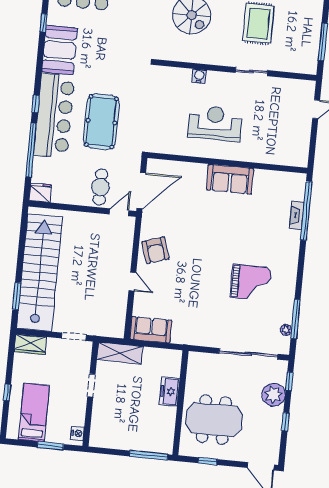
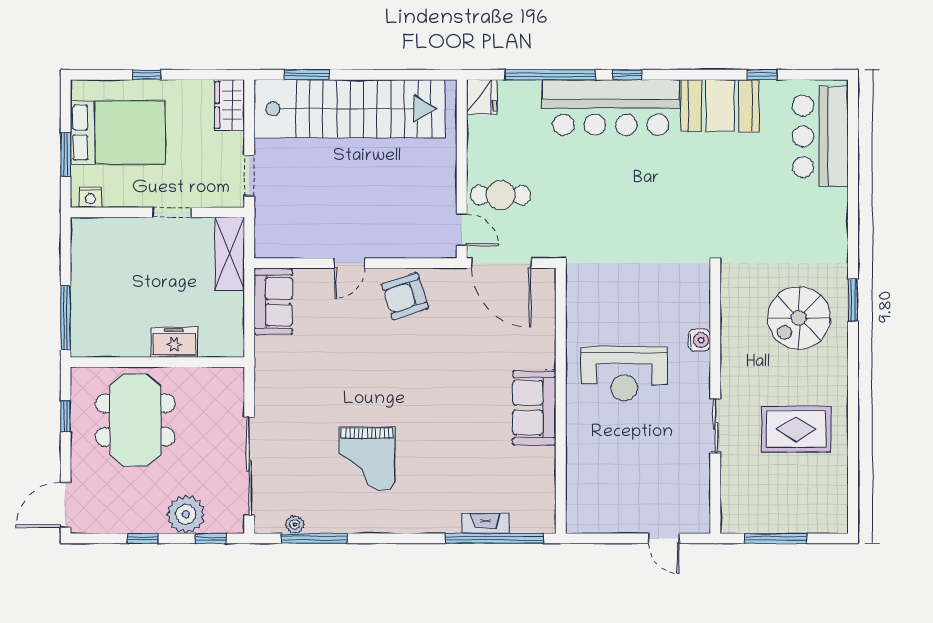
pool table: (101, 122) -> (608, 186), removed
reception desk: (215, 123) -> (624, 374), turned 90
bed: (34, 412) -> (118, 133), width x1.50

